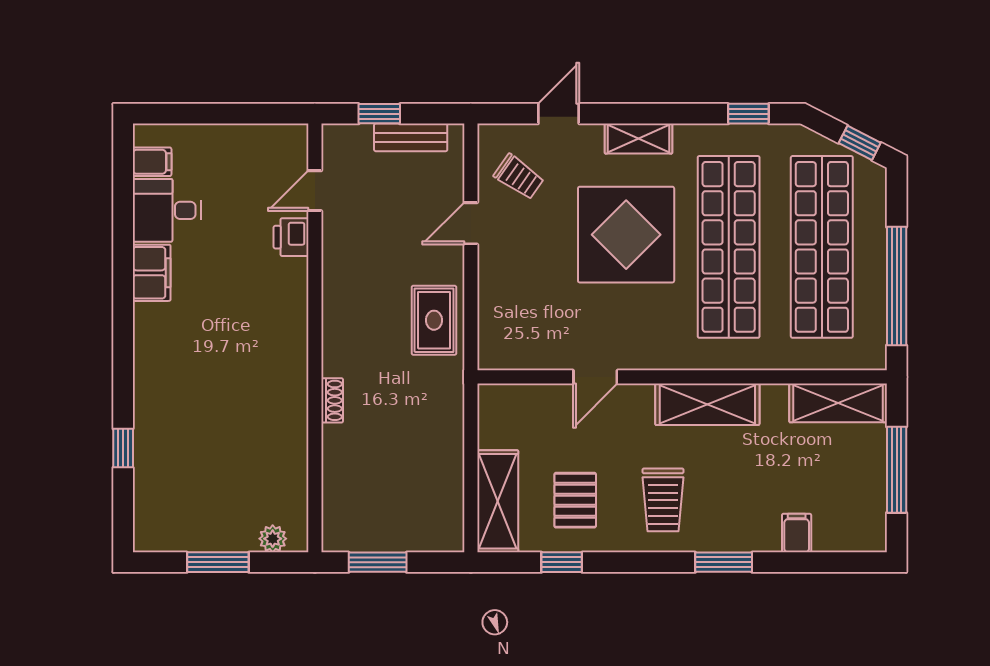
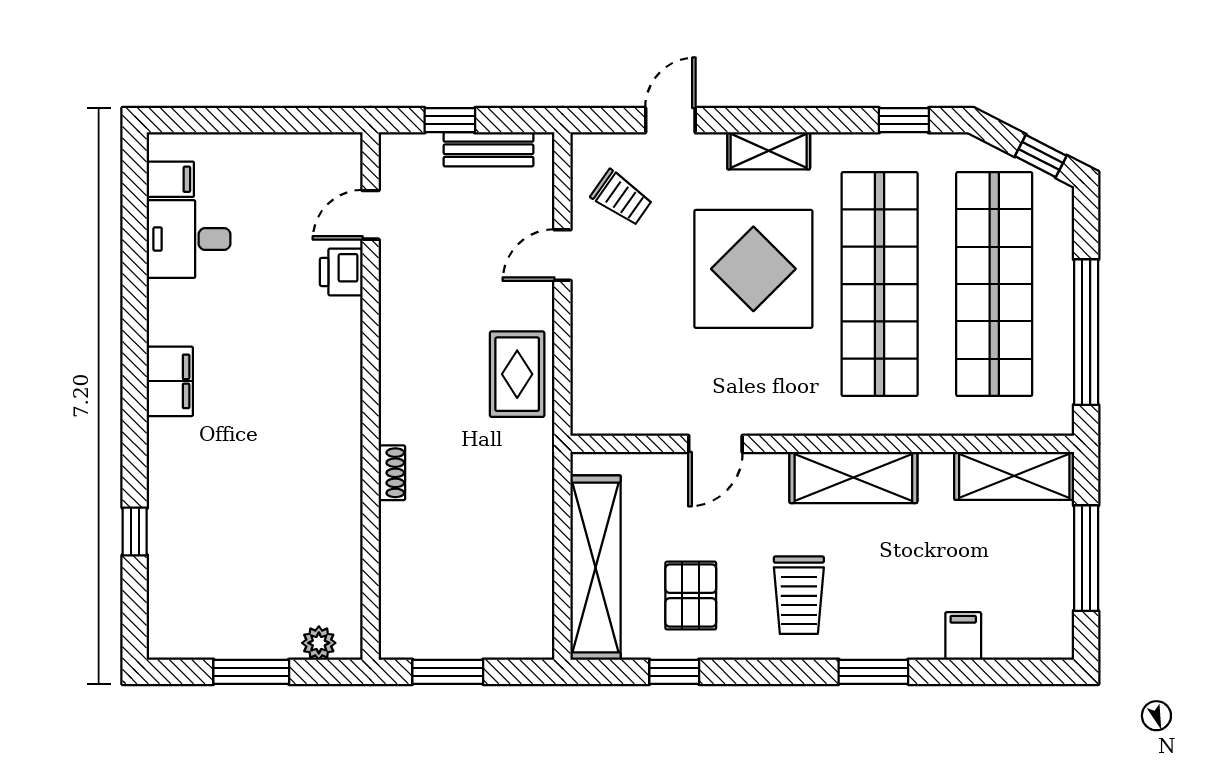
filing cabinet: (152, 273) -> (170, 381), moved
shelving: (498, 501) -> (596, 568), width x1.47

